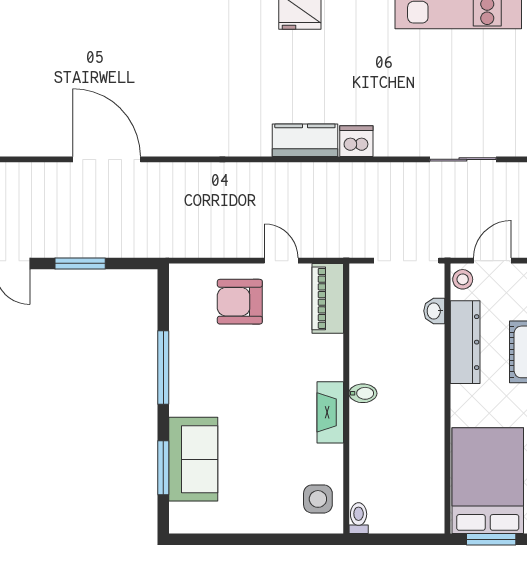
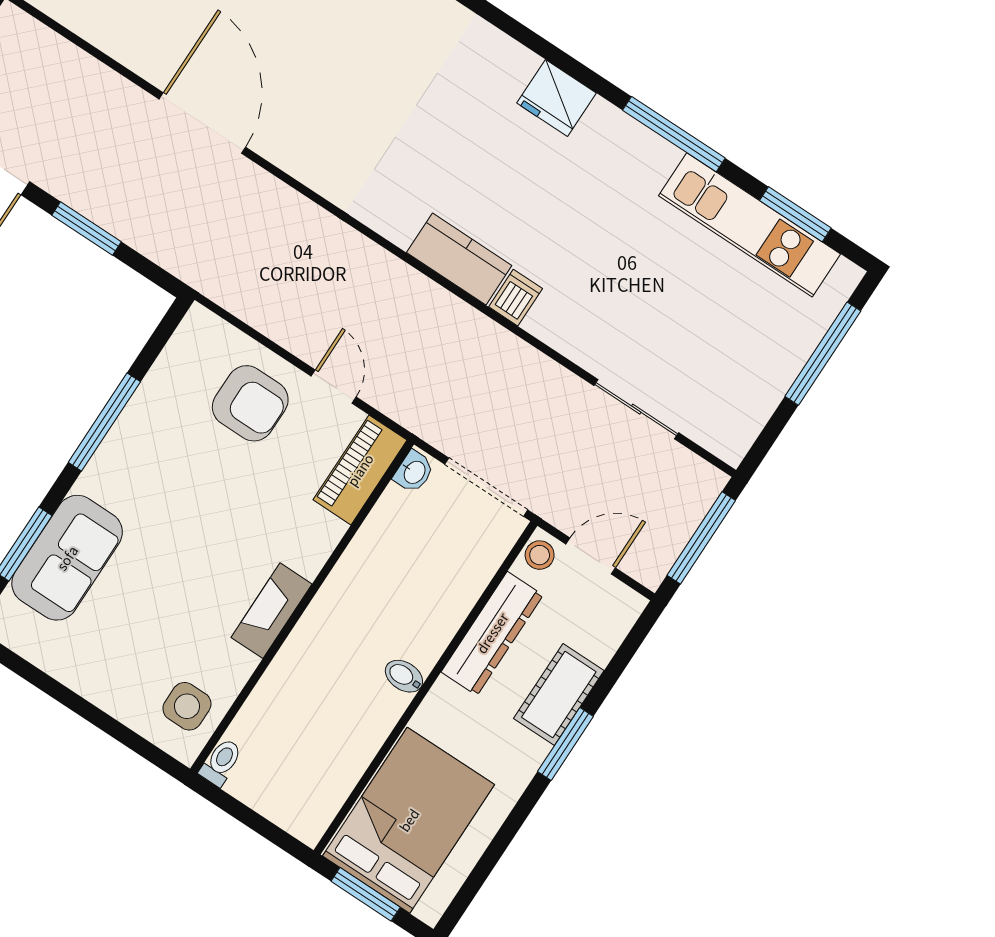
dishwasher: (356, 141) -> (516, 298), width x0.73
armchair: (240, 302) -> (250, 403), turned 180
washbasin: (434, 311) -> (414, 472), moved, turned 180
bidet: (363, 393) -> (404, 676), moved, turned 180

